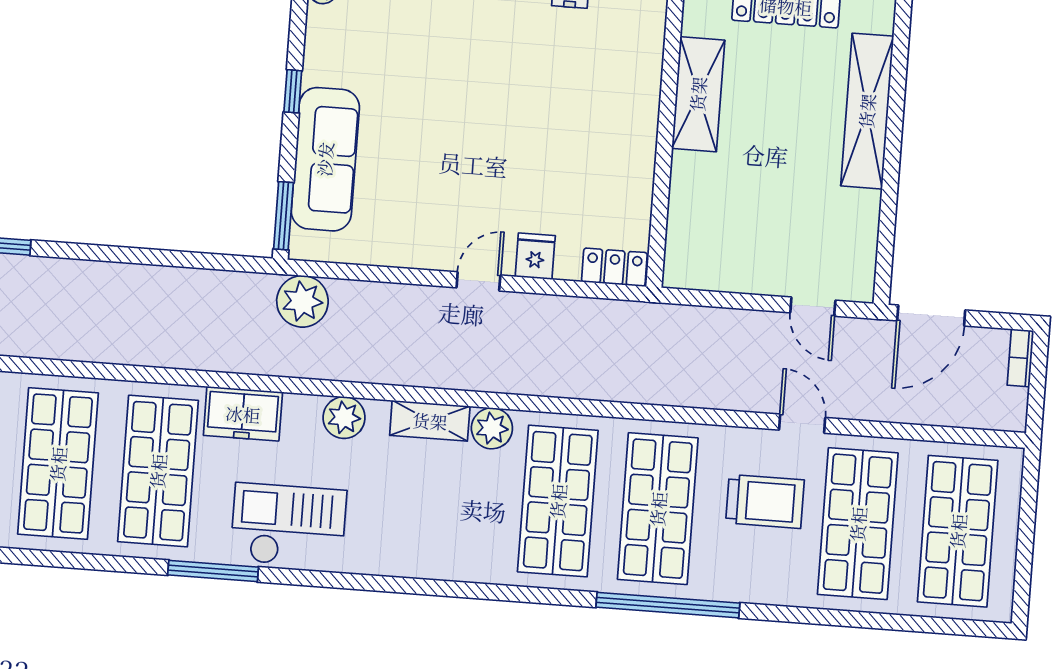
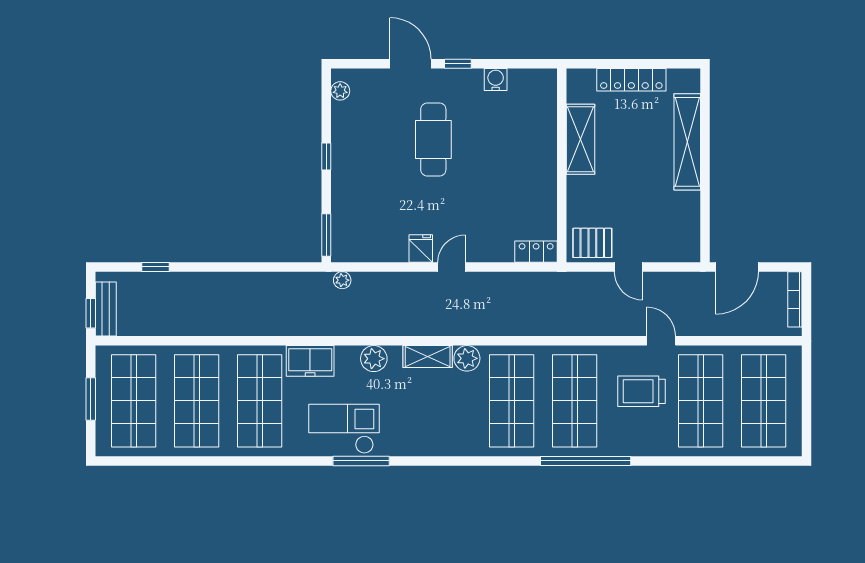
cafe table: (465, 77) -> (433, 140), added
sofa: (325, 159) -> (350, 198), removed
fridge: (535, 256) -> (421, 248), moved
pallet: (705, 260) -> (592, 243), added
plant: (302, 301) -> (342, 280), width x0.53, depth x0.53
door: (813, 307) -> (628, 267), moved
bookcase: (1021, 358) -> (795, 299), width x1.56
trolley: (765, 501) -> (641, 391), turned 180
window: (213, 571) -> (361, 461), moved

